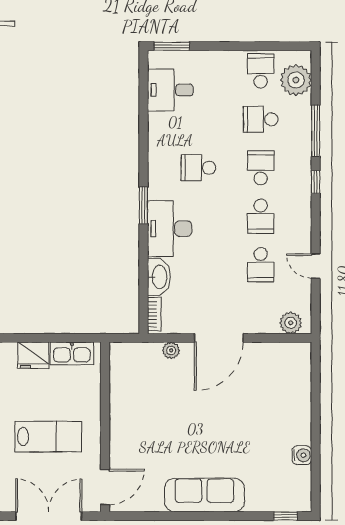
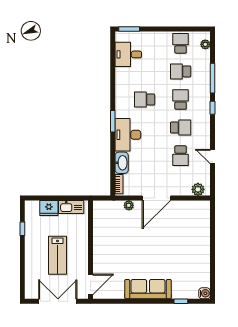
plant: (296, 80) -> (205, 44), width x0.53, depth x0.53
school desk: (261, 216) -> (181, 128), turned -90
lab bench: (48, 437) -> (58, 255), turned 90
water cooler: (302, 455) -> (204, 293), moved
window: (285, 516) -> (181, 301), moved

